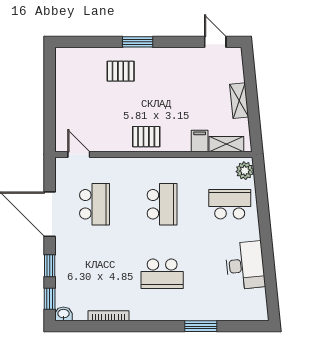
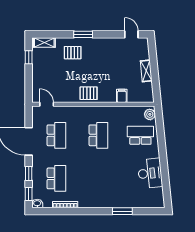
window: (50, 79) -> (29, 57), added
shelving: (226, 144) -> (44, 42), moved
school desk: (162, 274) -> (56, 178), moved, turned -90

